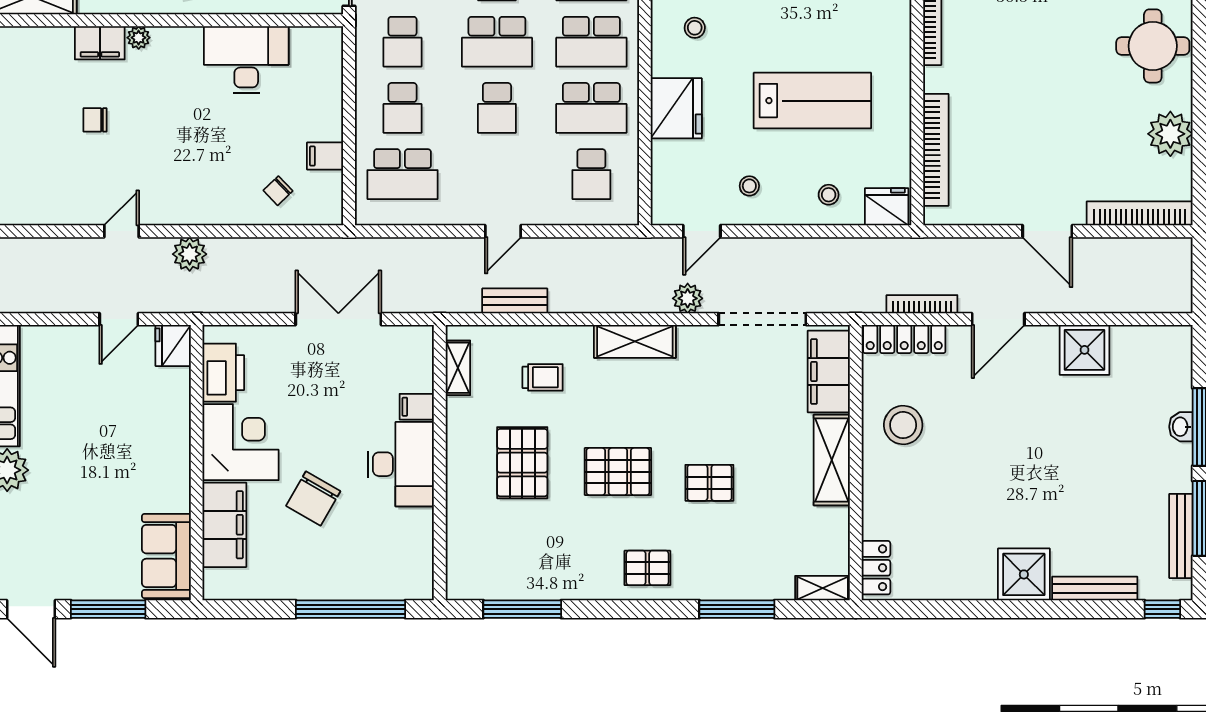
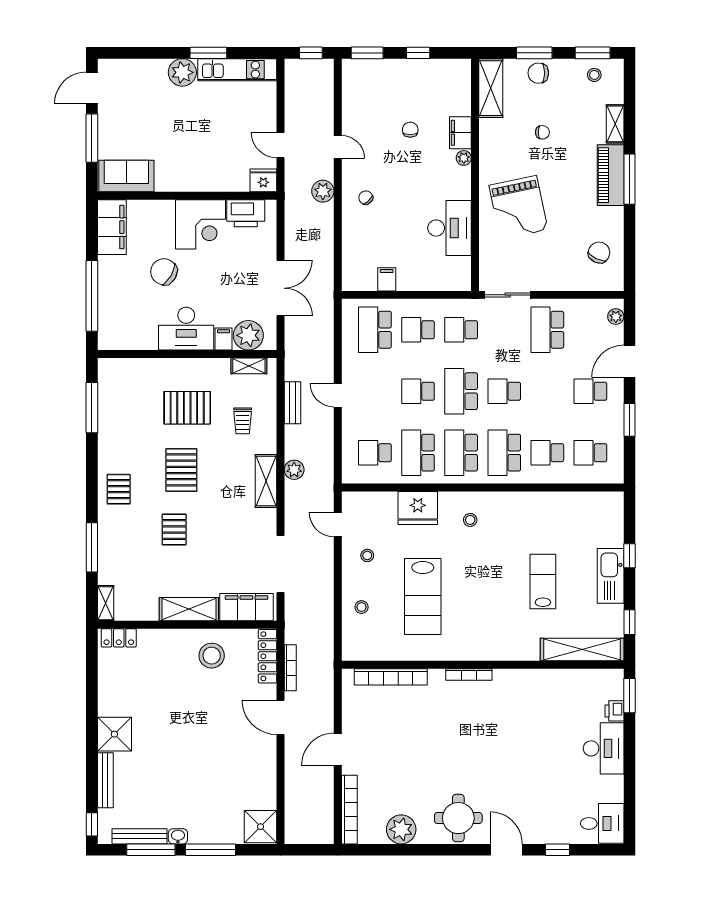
chair: (278, 191) -> (366, 198), moved
fridge: (887, 207) -> (354, 645), removed
plant: (688, 298) -> (294, 470), moved
shower: (1085, 350) -> (261, 827), moved
plant: (411, 369) -> (248, 335), added
washbasin: (1181, 427) -> (178, 836), moved
filing cabinet: (224, 525) -> (112, 227), moved, turned -90

